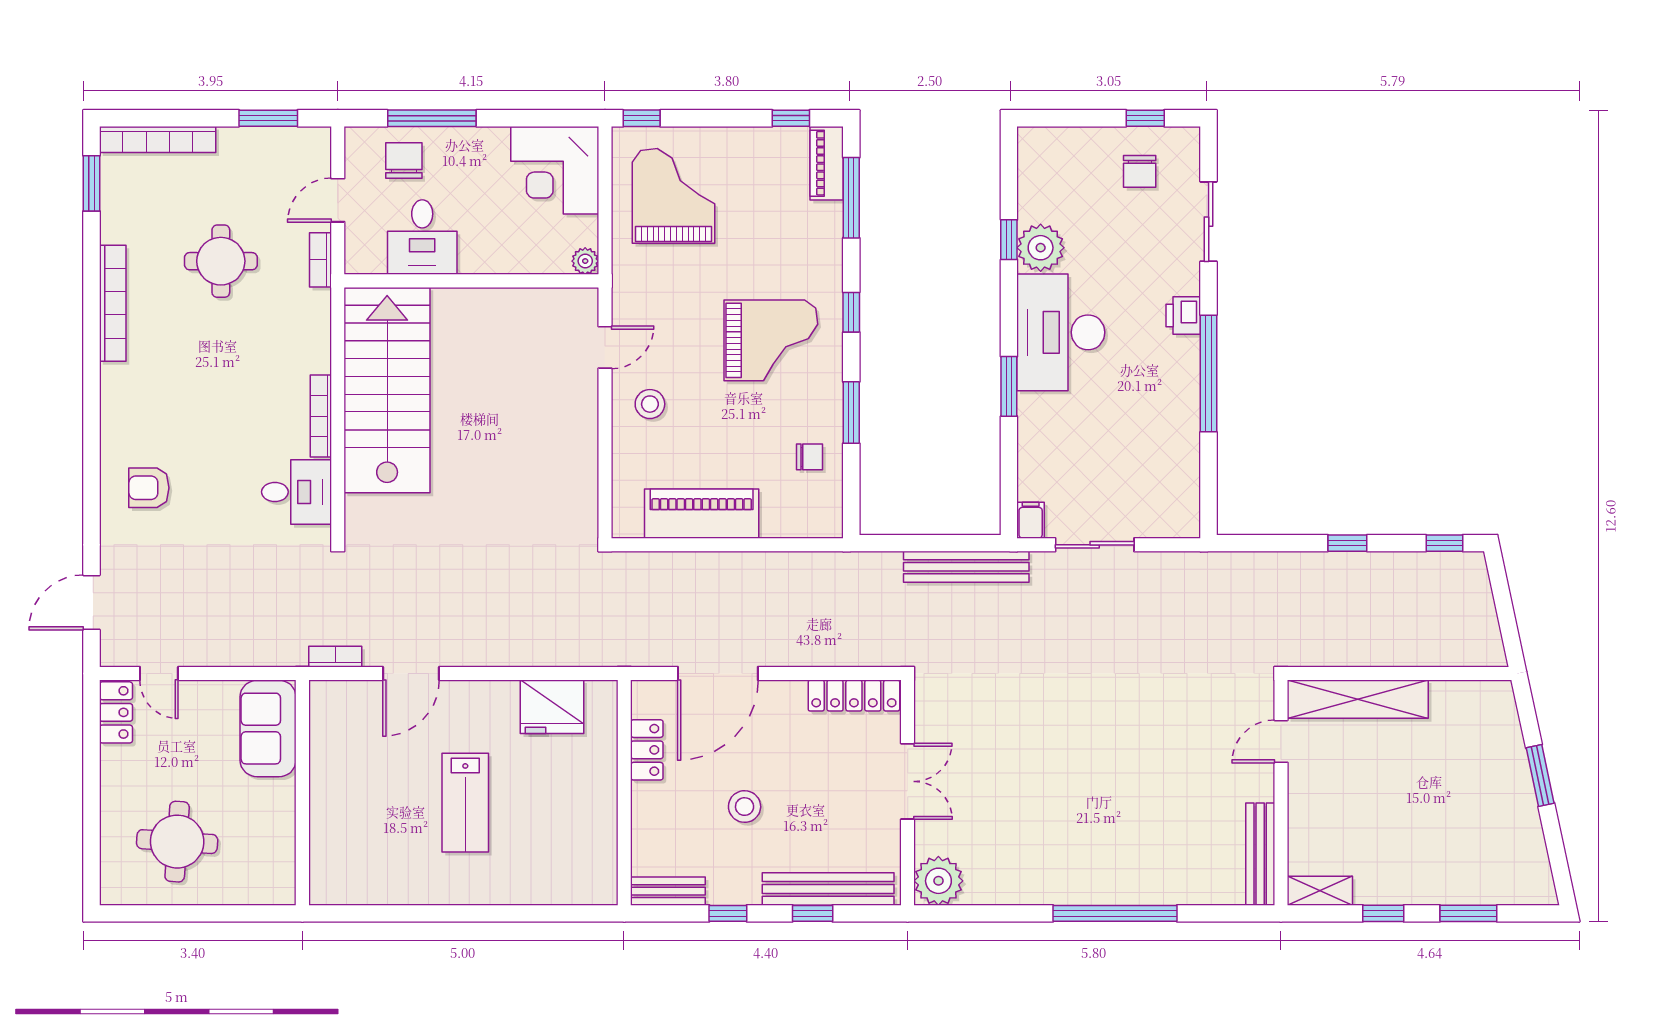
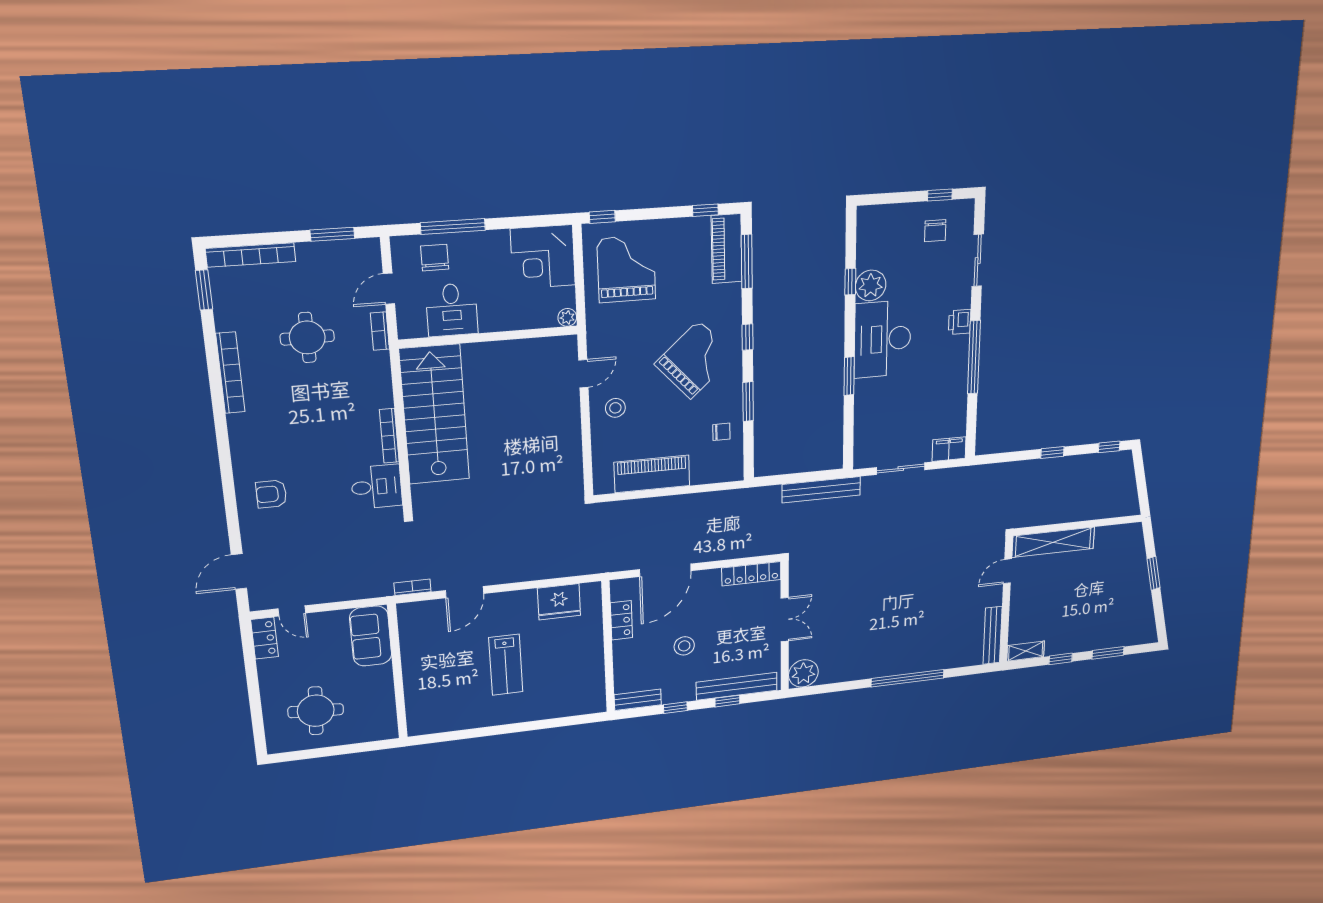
piano: (827, 163) -> (727, 249), width x1.37, depth x1.33
grand piano: (771, 340) -> (695, 360), turned -42
filing cabinet: (1031, 520) -> (949, 449), moved, width x2.00

